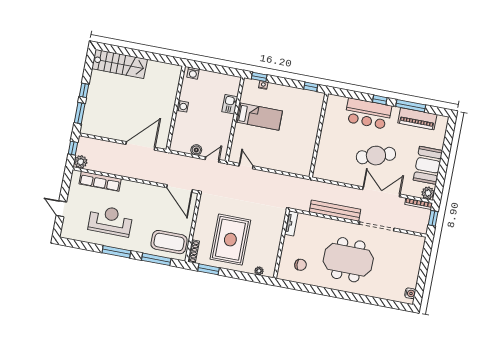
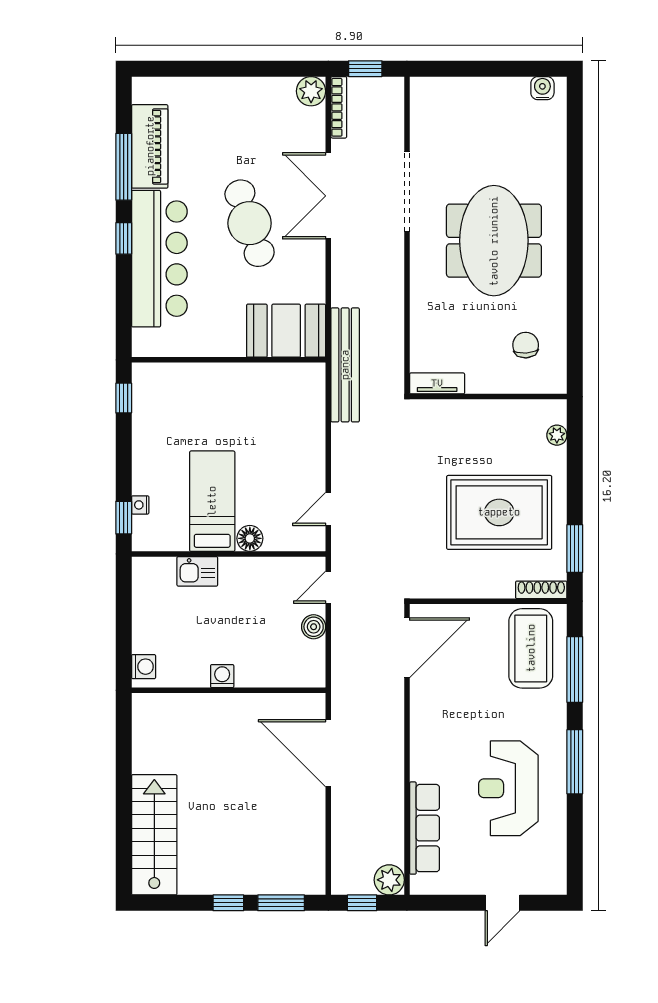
bar counter: (368, 114) -> (159, 259), width x1.36
floor lamp: (240, 130) -> (250, 538), added
door: (212, 160) -> (328, 587), hinge flipped
booth: (428, 165) -> (286, 331), moved
bench: (335, 211) -> (345, 365), moved

